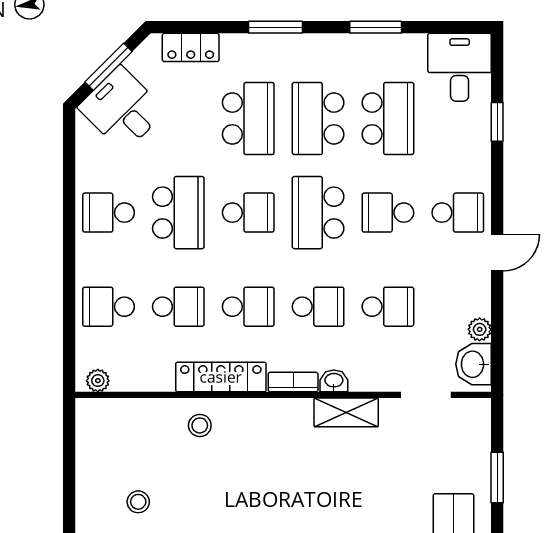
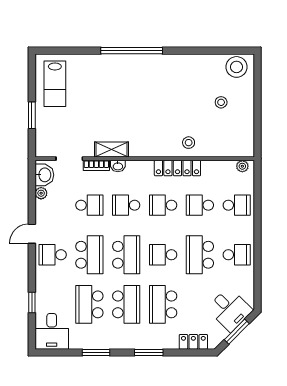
school desk: (388, 213) -> (89, 255), width x1.85
school desk: (388, 307) -> (89, 205), turned 180
bookcase: (293, 382) -> (96, 165), moved

